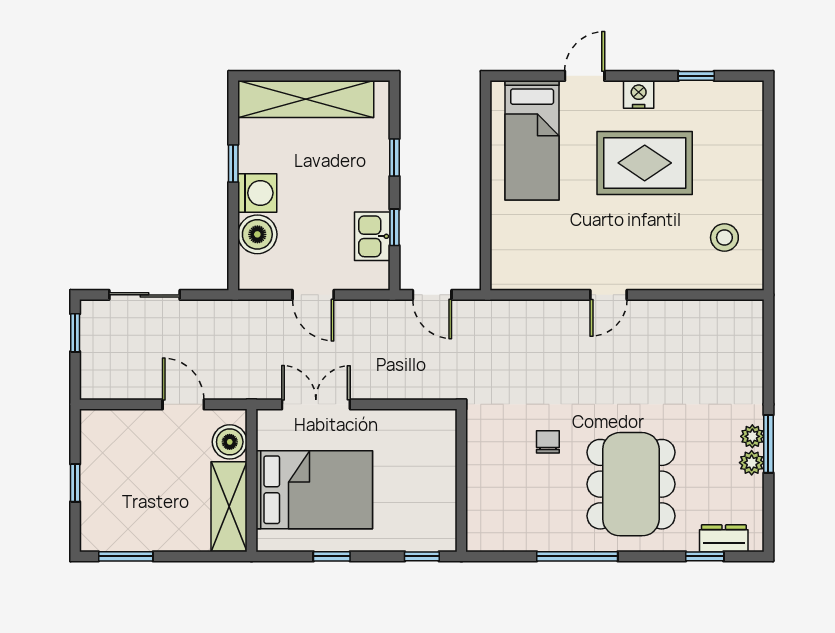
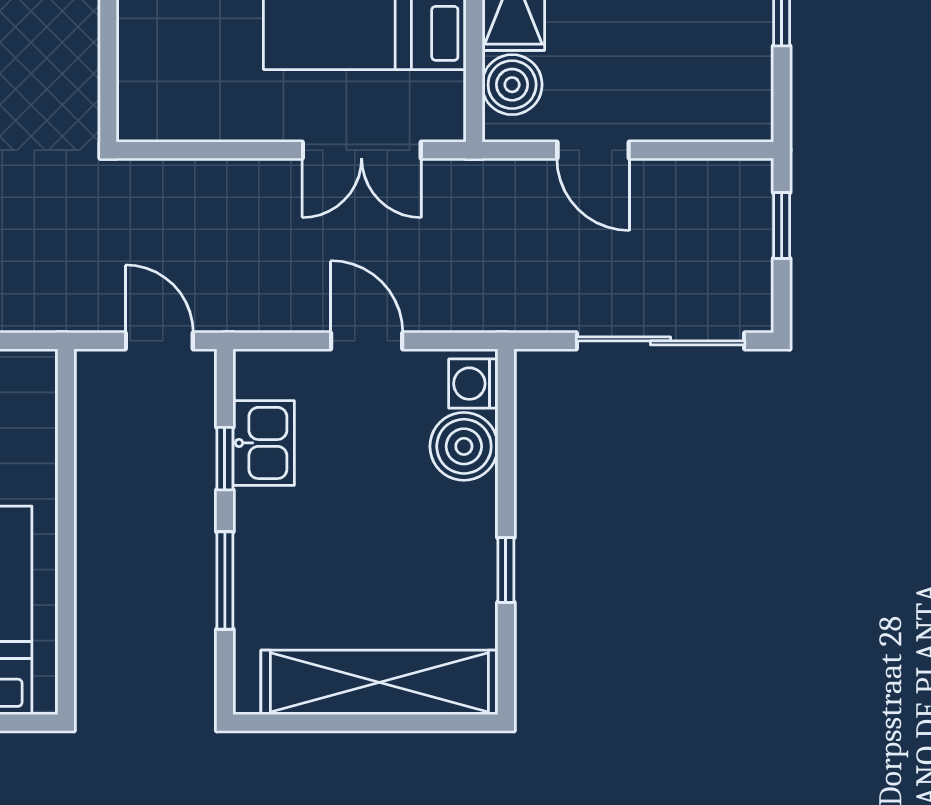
window: (394, 157) -> (225, 580), width x1.50
washing machine: (257, 193) -> (473, 384), moved, width x0.73, depth x0.73
sliding door: (144, 295) -> (661, 341), width x1.37
window: (75, 333) -> (782, 225), moved

